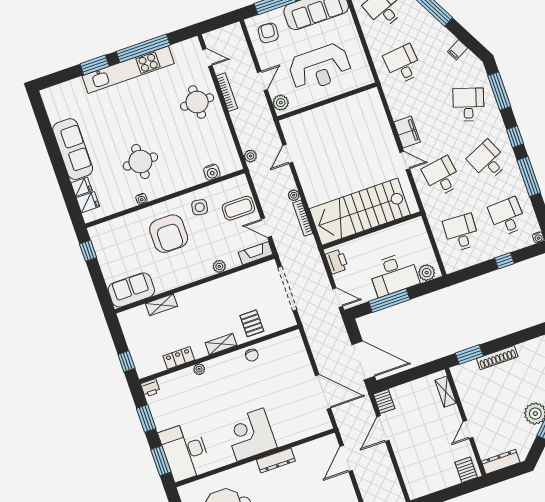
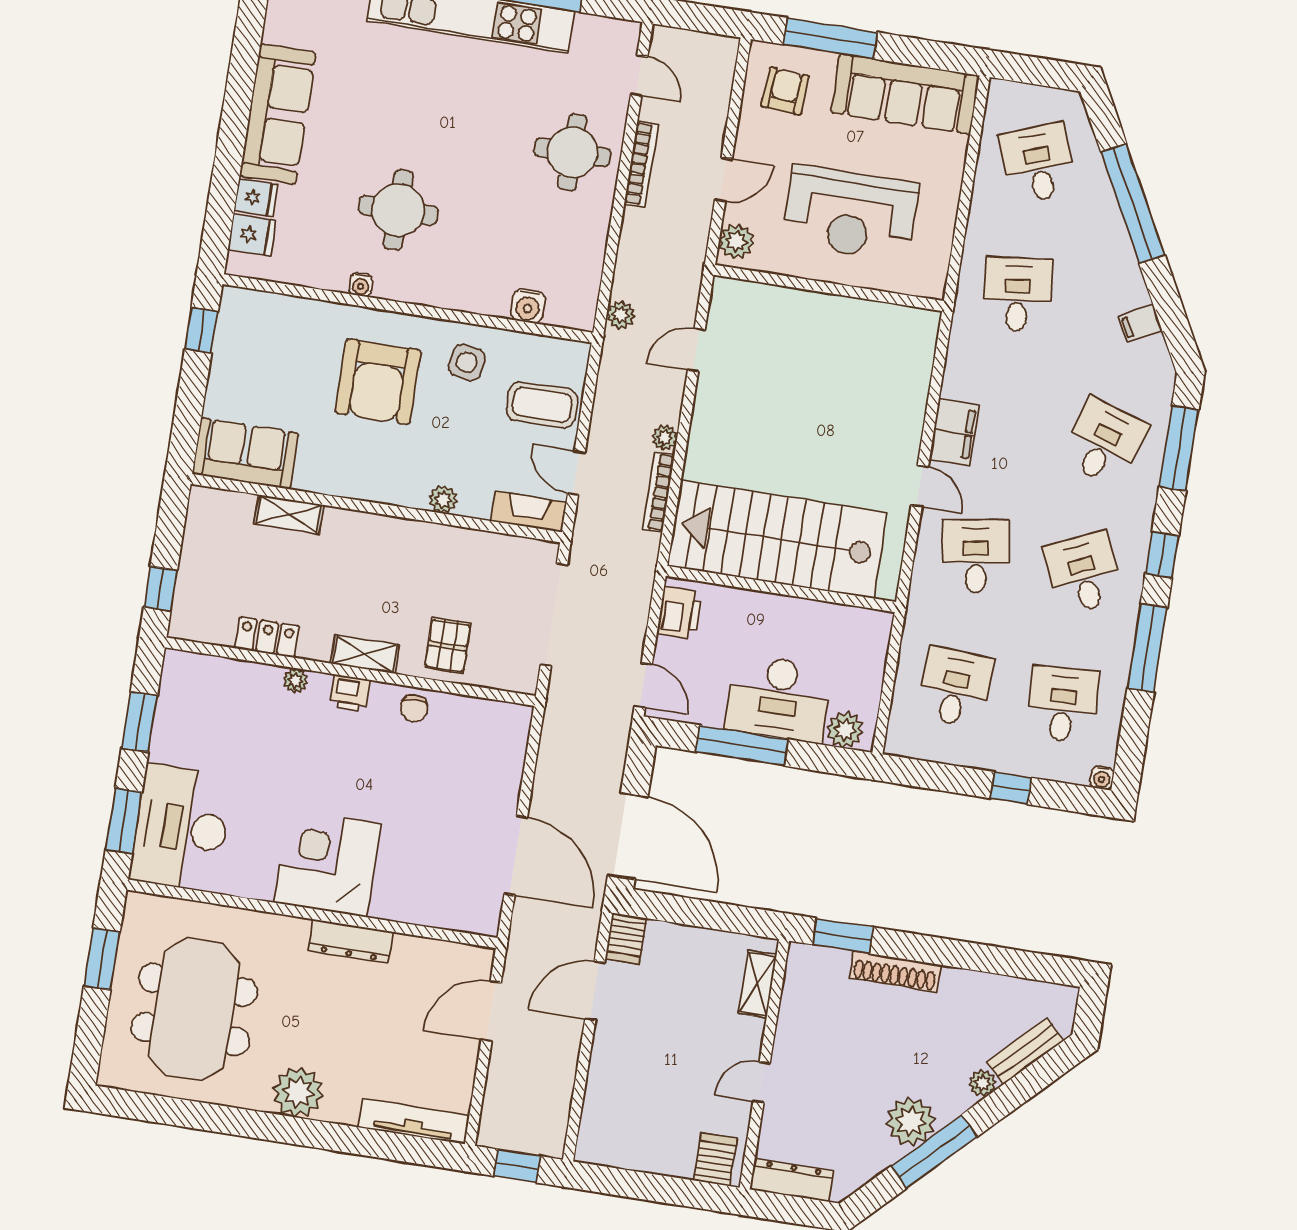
printer: (150, 388) -> (350, 693), moved

